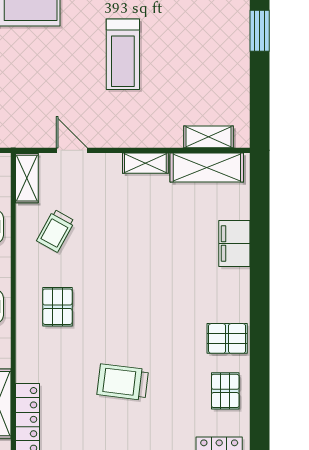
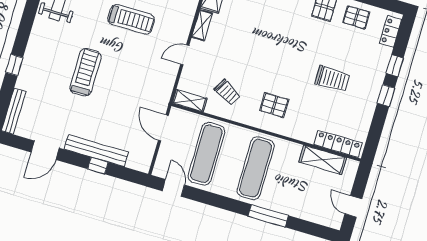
door: (72, 150) -> (185, 55), moved
trolley: (123, 382) -> (332, 79), turned -97

